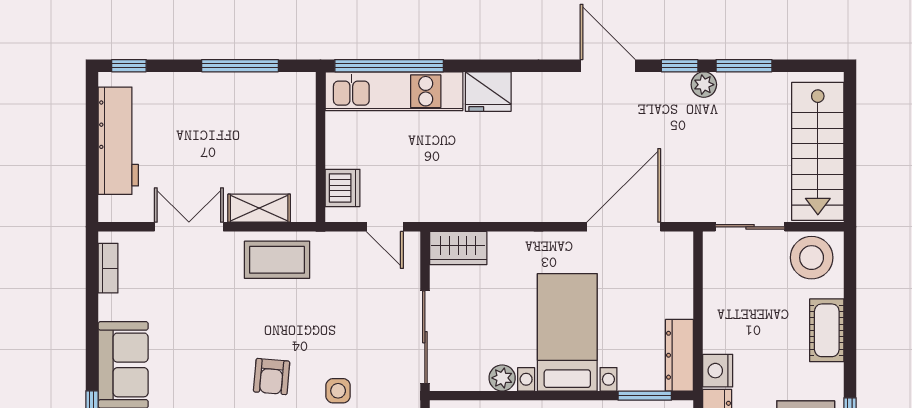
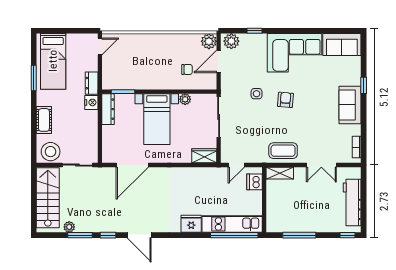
plant: (704, 85) -> (69, 227), moved
shelving: (259, 208) -> (280, 173), moved
door: (385, 227) -> (236, 165), swing flipped

